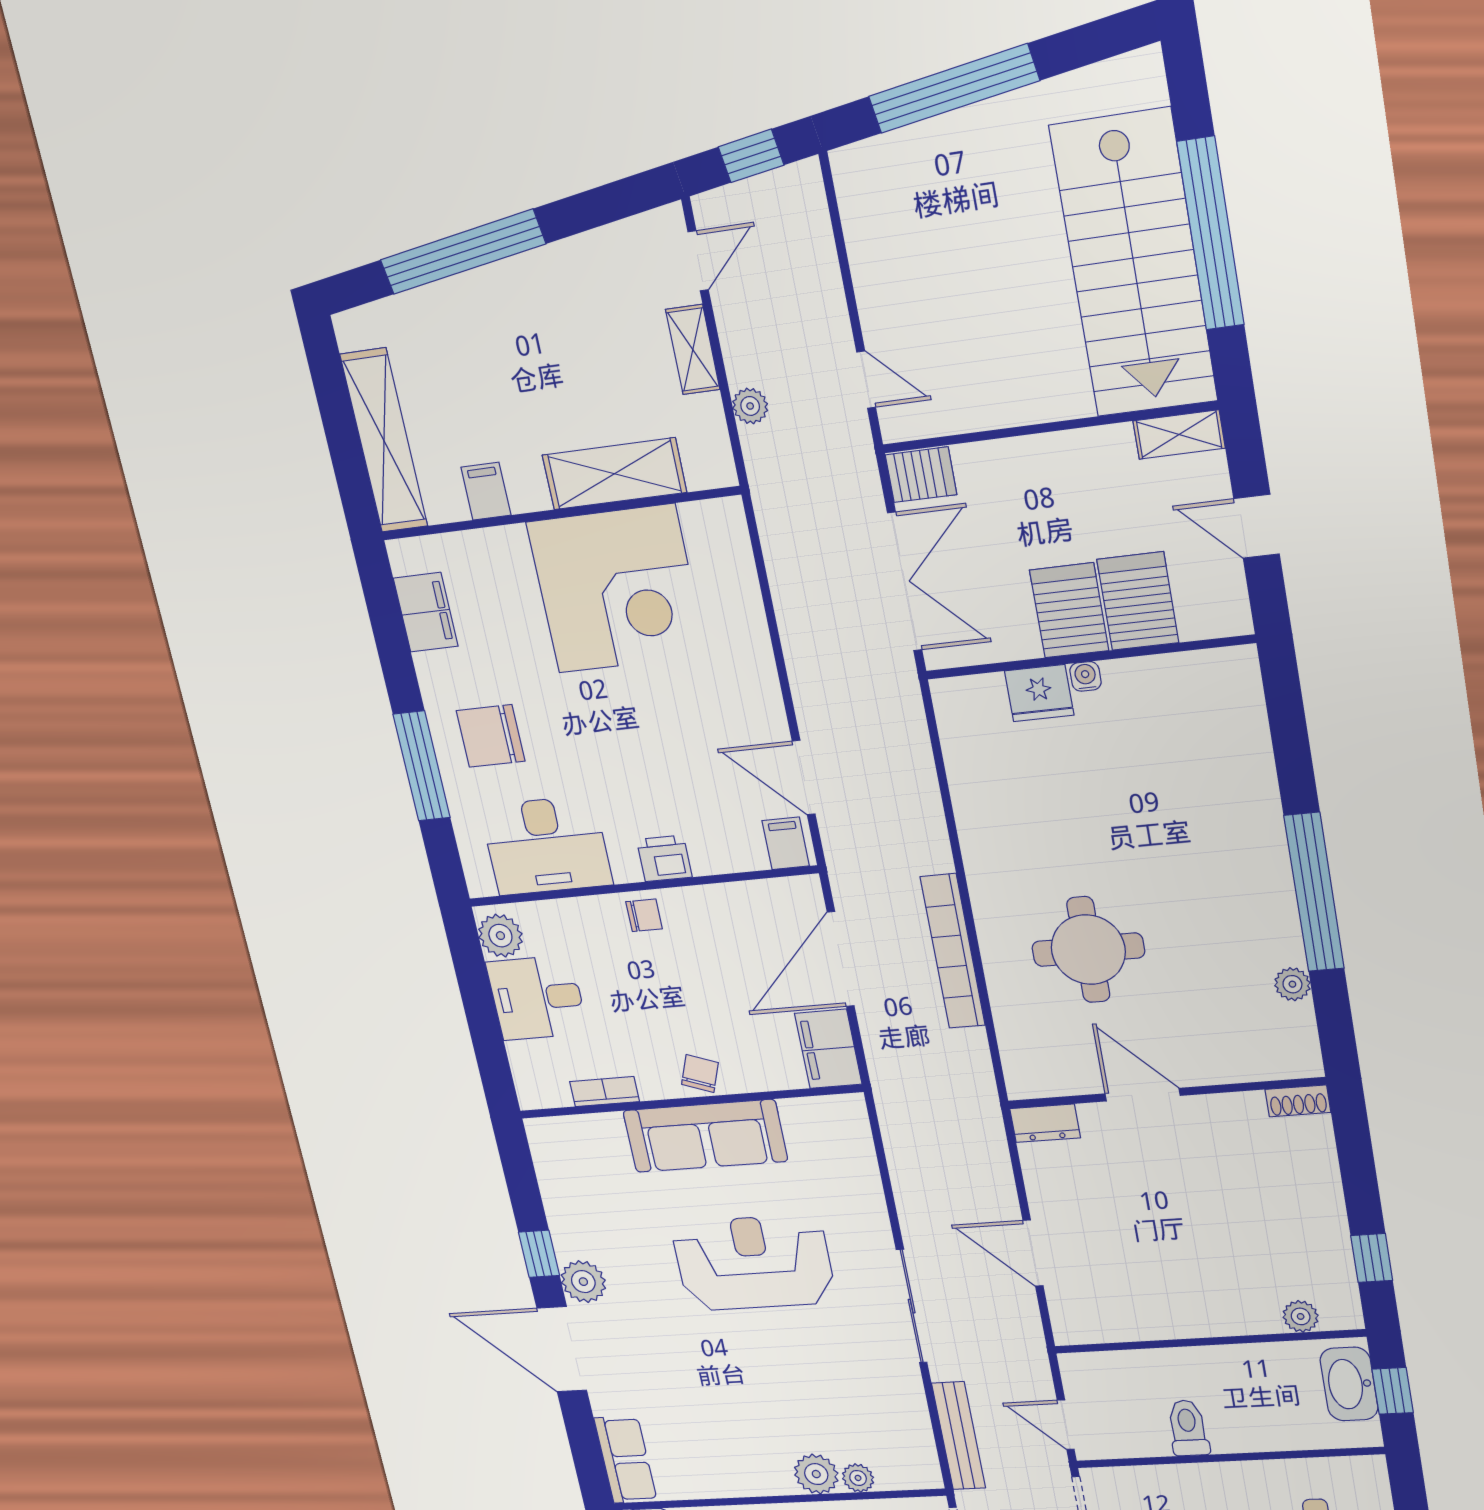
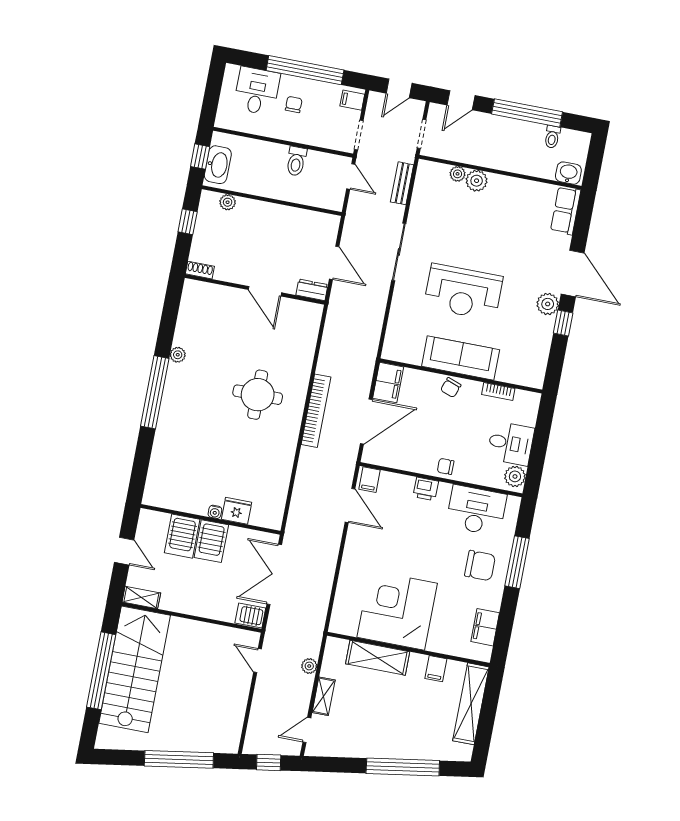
wall: (1165, 1093) -> (255, 289), moved
door: (1143, 1095) -> (265, 291), moved
shoe rack: (1298, 1101) -> (200, 270), moved
dresser: (1045, 1123) -> (312, 290), moved
bench: (959, 1436) -> (402, 183), width x0.73

